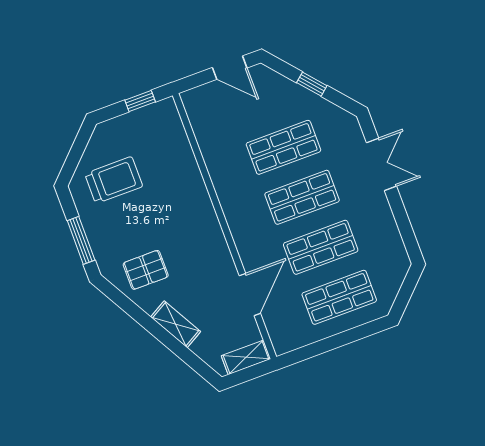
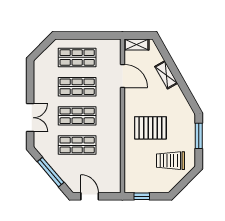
window: (312, 84) -> (51, 172), width x2.17
double door: (381, 164) -> (30, 118), swing flipped
pallet: (146, 270) -> (150, 128), moved, width x1.50, depth x1.42
door: (250, 294) -> (122, 76), swing flipped

